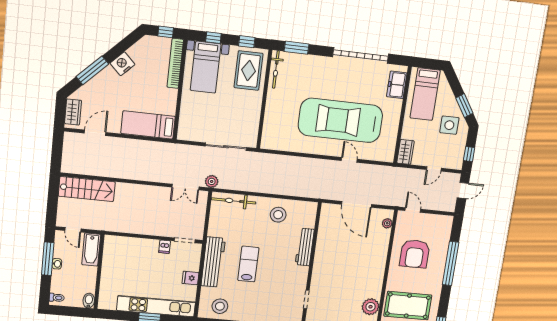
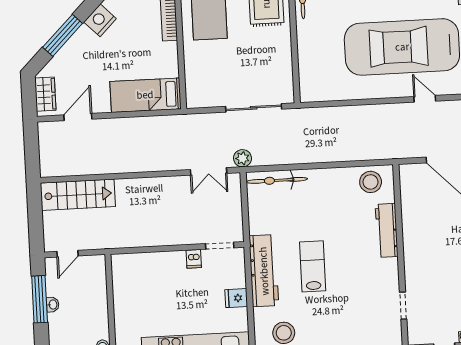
stool: (278, 215) -> (371, 182), moved
door: (73, 230) -> (67, 254), hinge flipped
bathtub: (91, 250) -> (96, 278), removed

